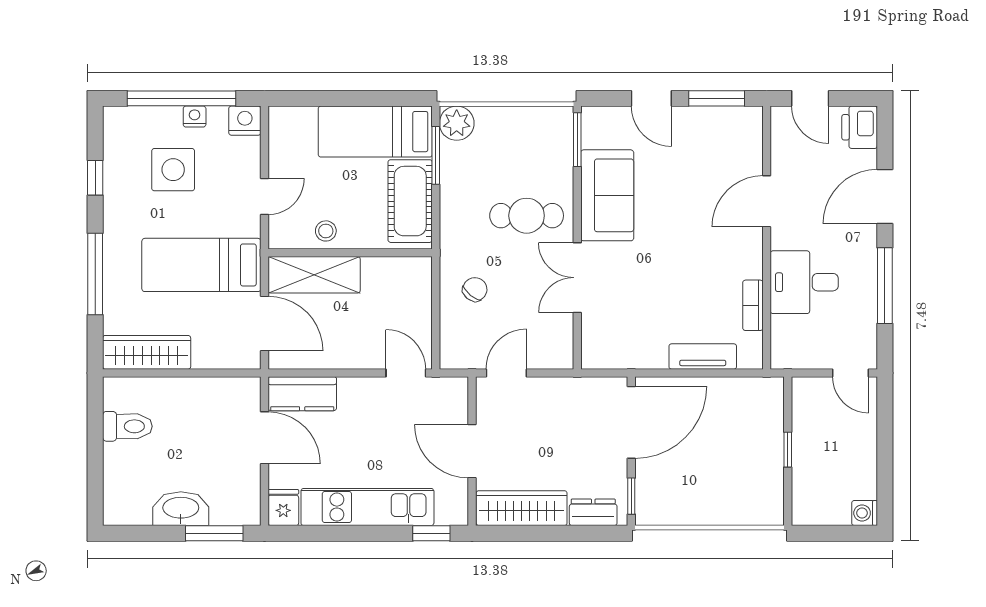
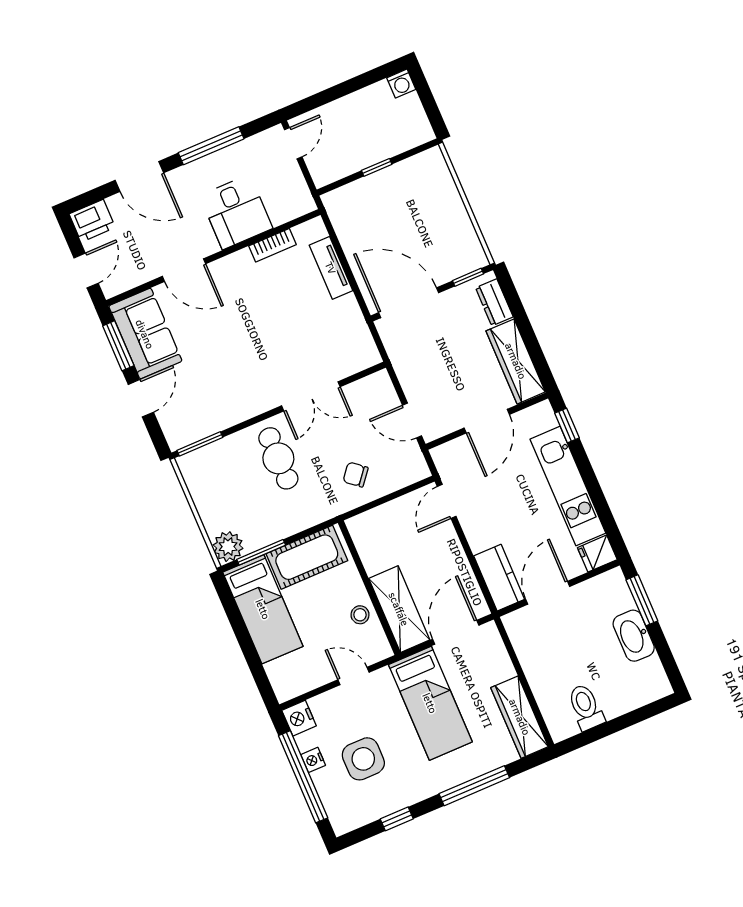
sofa: (607, 195) -> (145, 334), moved, turned 90

